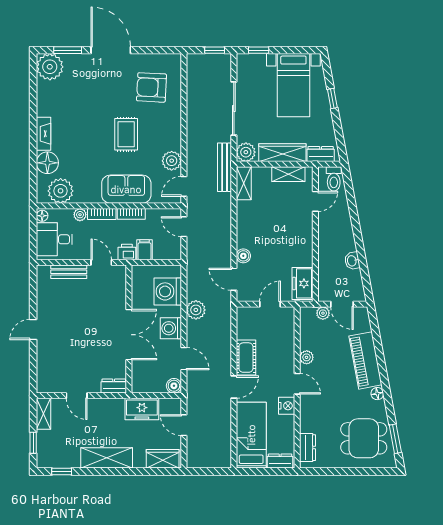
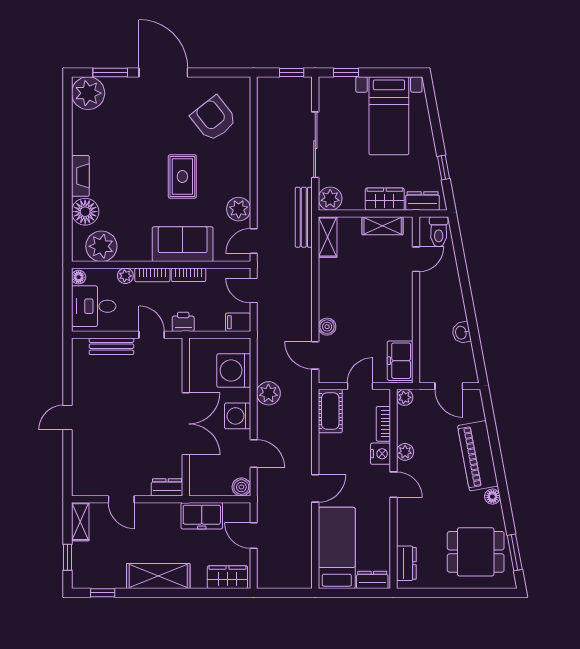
armchair: (151, 87) -> (214, 119), turned 49
window: (332, 98) -> (443, 168), moved
wardrobe: (282, 153) -> (385, 199), width x0.67
filing cabinet: (144, 250) -> (238, 322), moved, turned -90
plant: (323, 313) -> (405, 397), moved
bookcase: (289, 335) -> (383, 424), added
cot: (246, 358) -> (330, 411), moved
nightstand: (287, 406) -> (381, 454), moved

